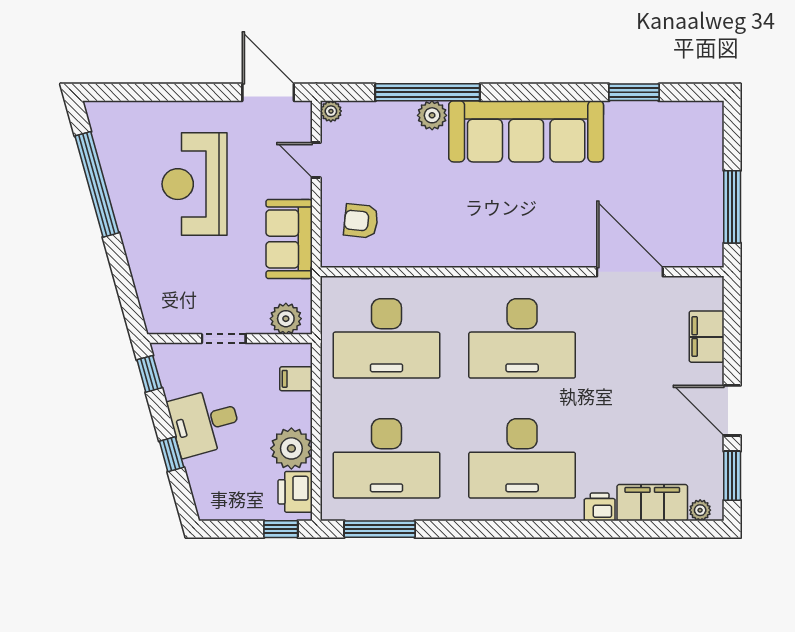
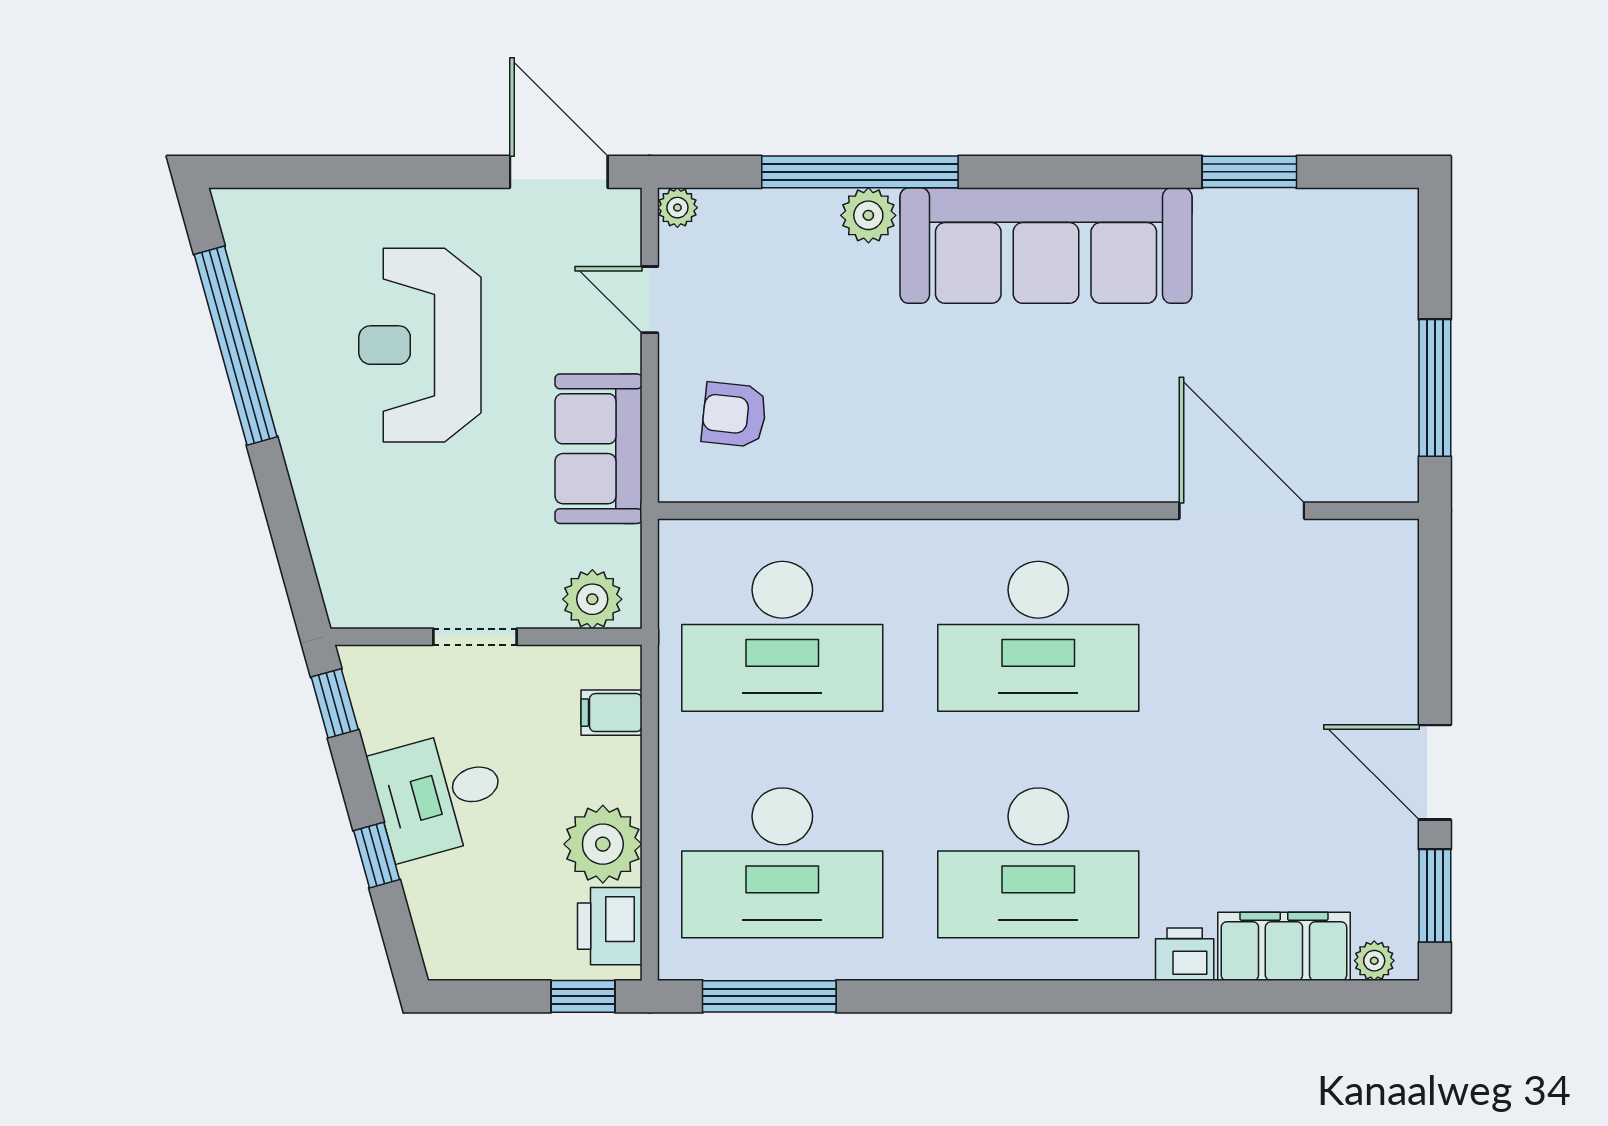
filing cabinet: (707, 337) -> (1387, 633), removed

